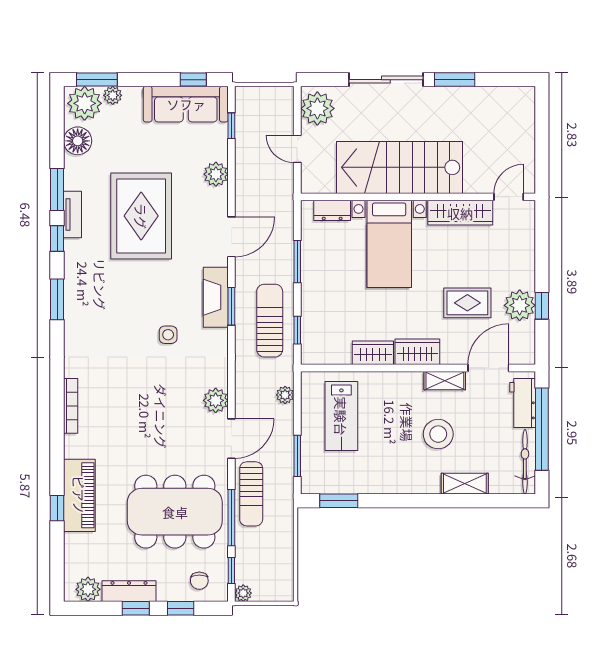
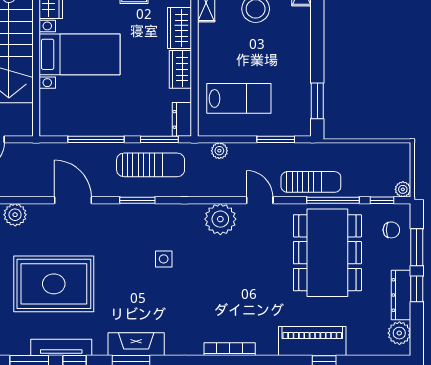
dresser: (332, 210) -> (182, 119), moved, turned 180
tv unit: (72, 215) -> (61, 347), width x1.41
window: (297, 262) -> (96, 139), width x1.44
fireplace: (216, 297) -> (136, 344), moved, turned 180
sun lounger: (270, 321) -> (151, 165), turned 180
window: (297, 330) -> (159, 139), width x1.50
plant: (216, 400) -> (220, 219), width x1.36, depth x1.36
door: (231, 439) -> (260, 200), width x0.73
window: (181, 608) -> (417, 247), width x1.50

